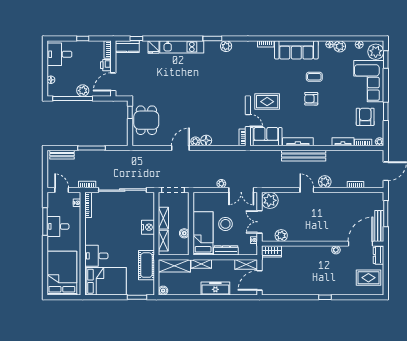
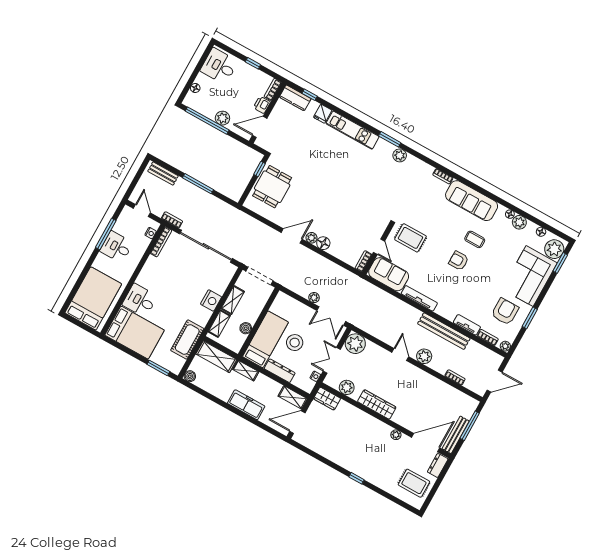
bench: (304, 156) -> (444, 331), moved
wardrobe: (310, 236) -> (377, 404), added

